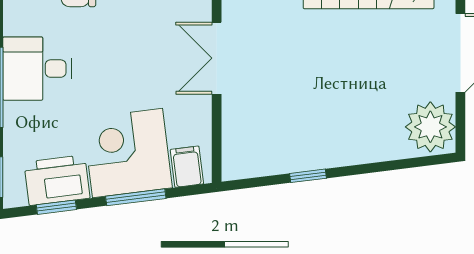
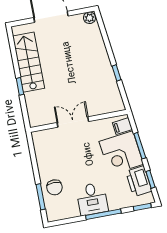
double door: (217, 58) -> (73, 122), swing flipped
plant: (430, 127) -> (90, 18), width x0.53, depth x0.53

